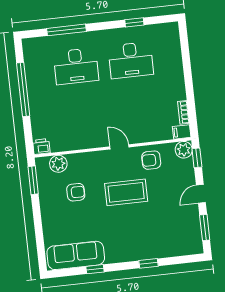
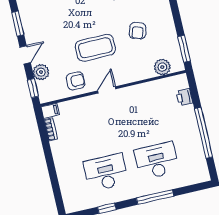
window: (67, 30) -> (155, 197), moved
printer: (41, 147) -> (184, 97), moved, turned 90
door: (119, 147) -> (107, 90), swing flipped
plant: (184, 150) -> (41, 72), moved
armchair: (76, 192) -> (138, 31), moved, turned -73

